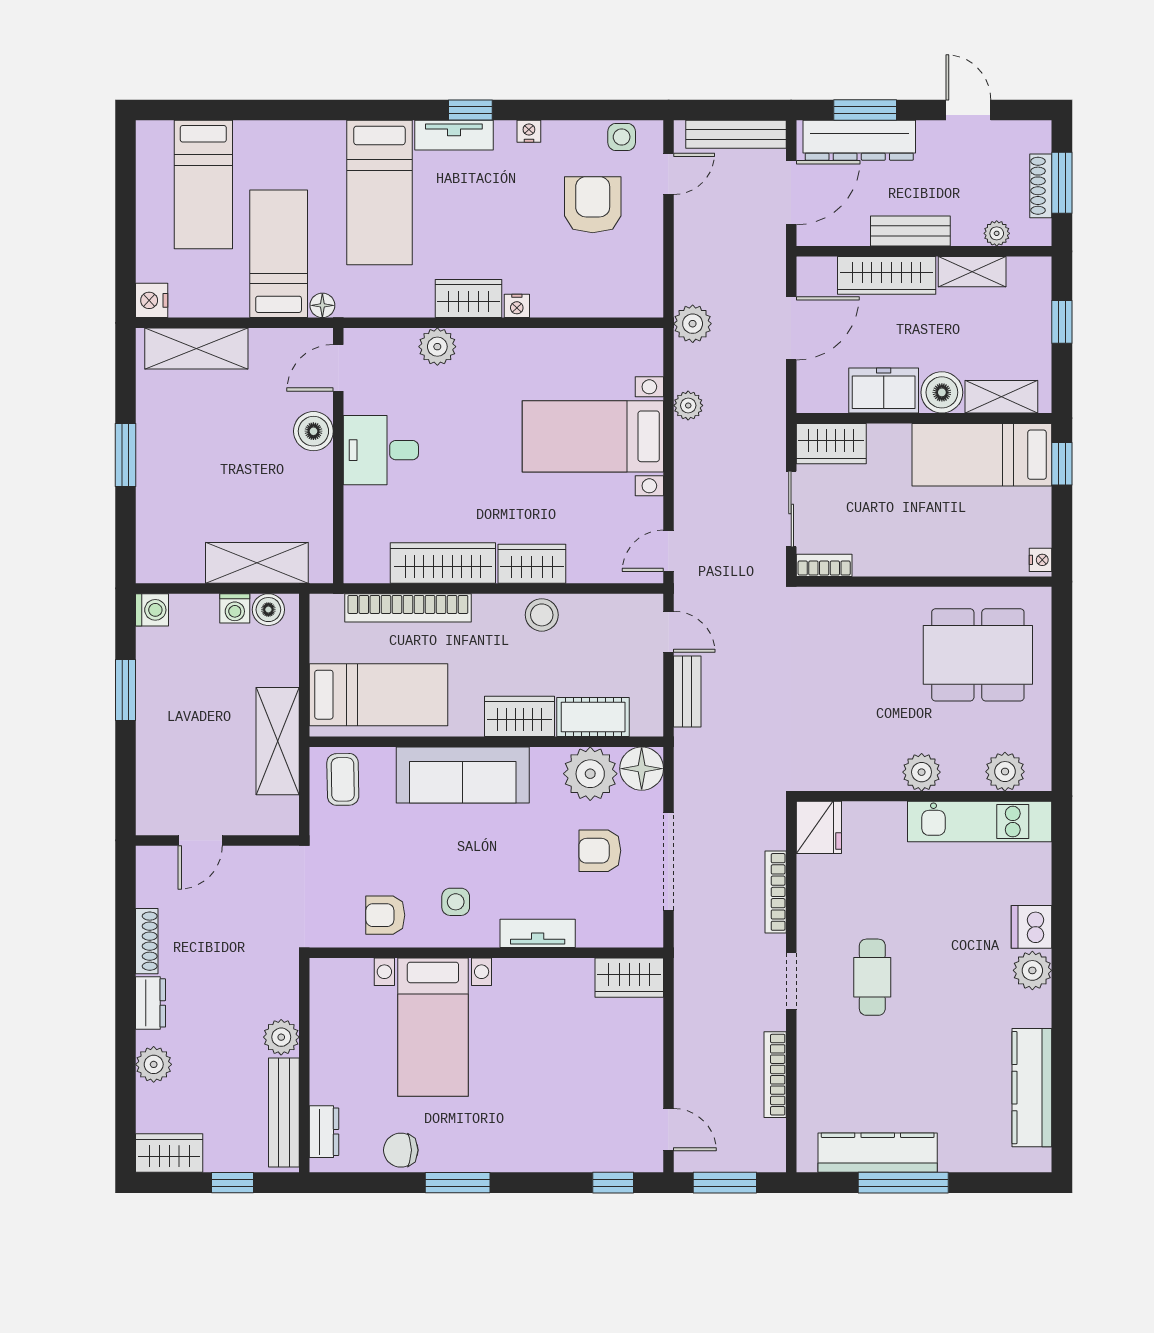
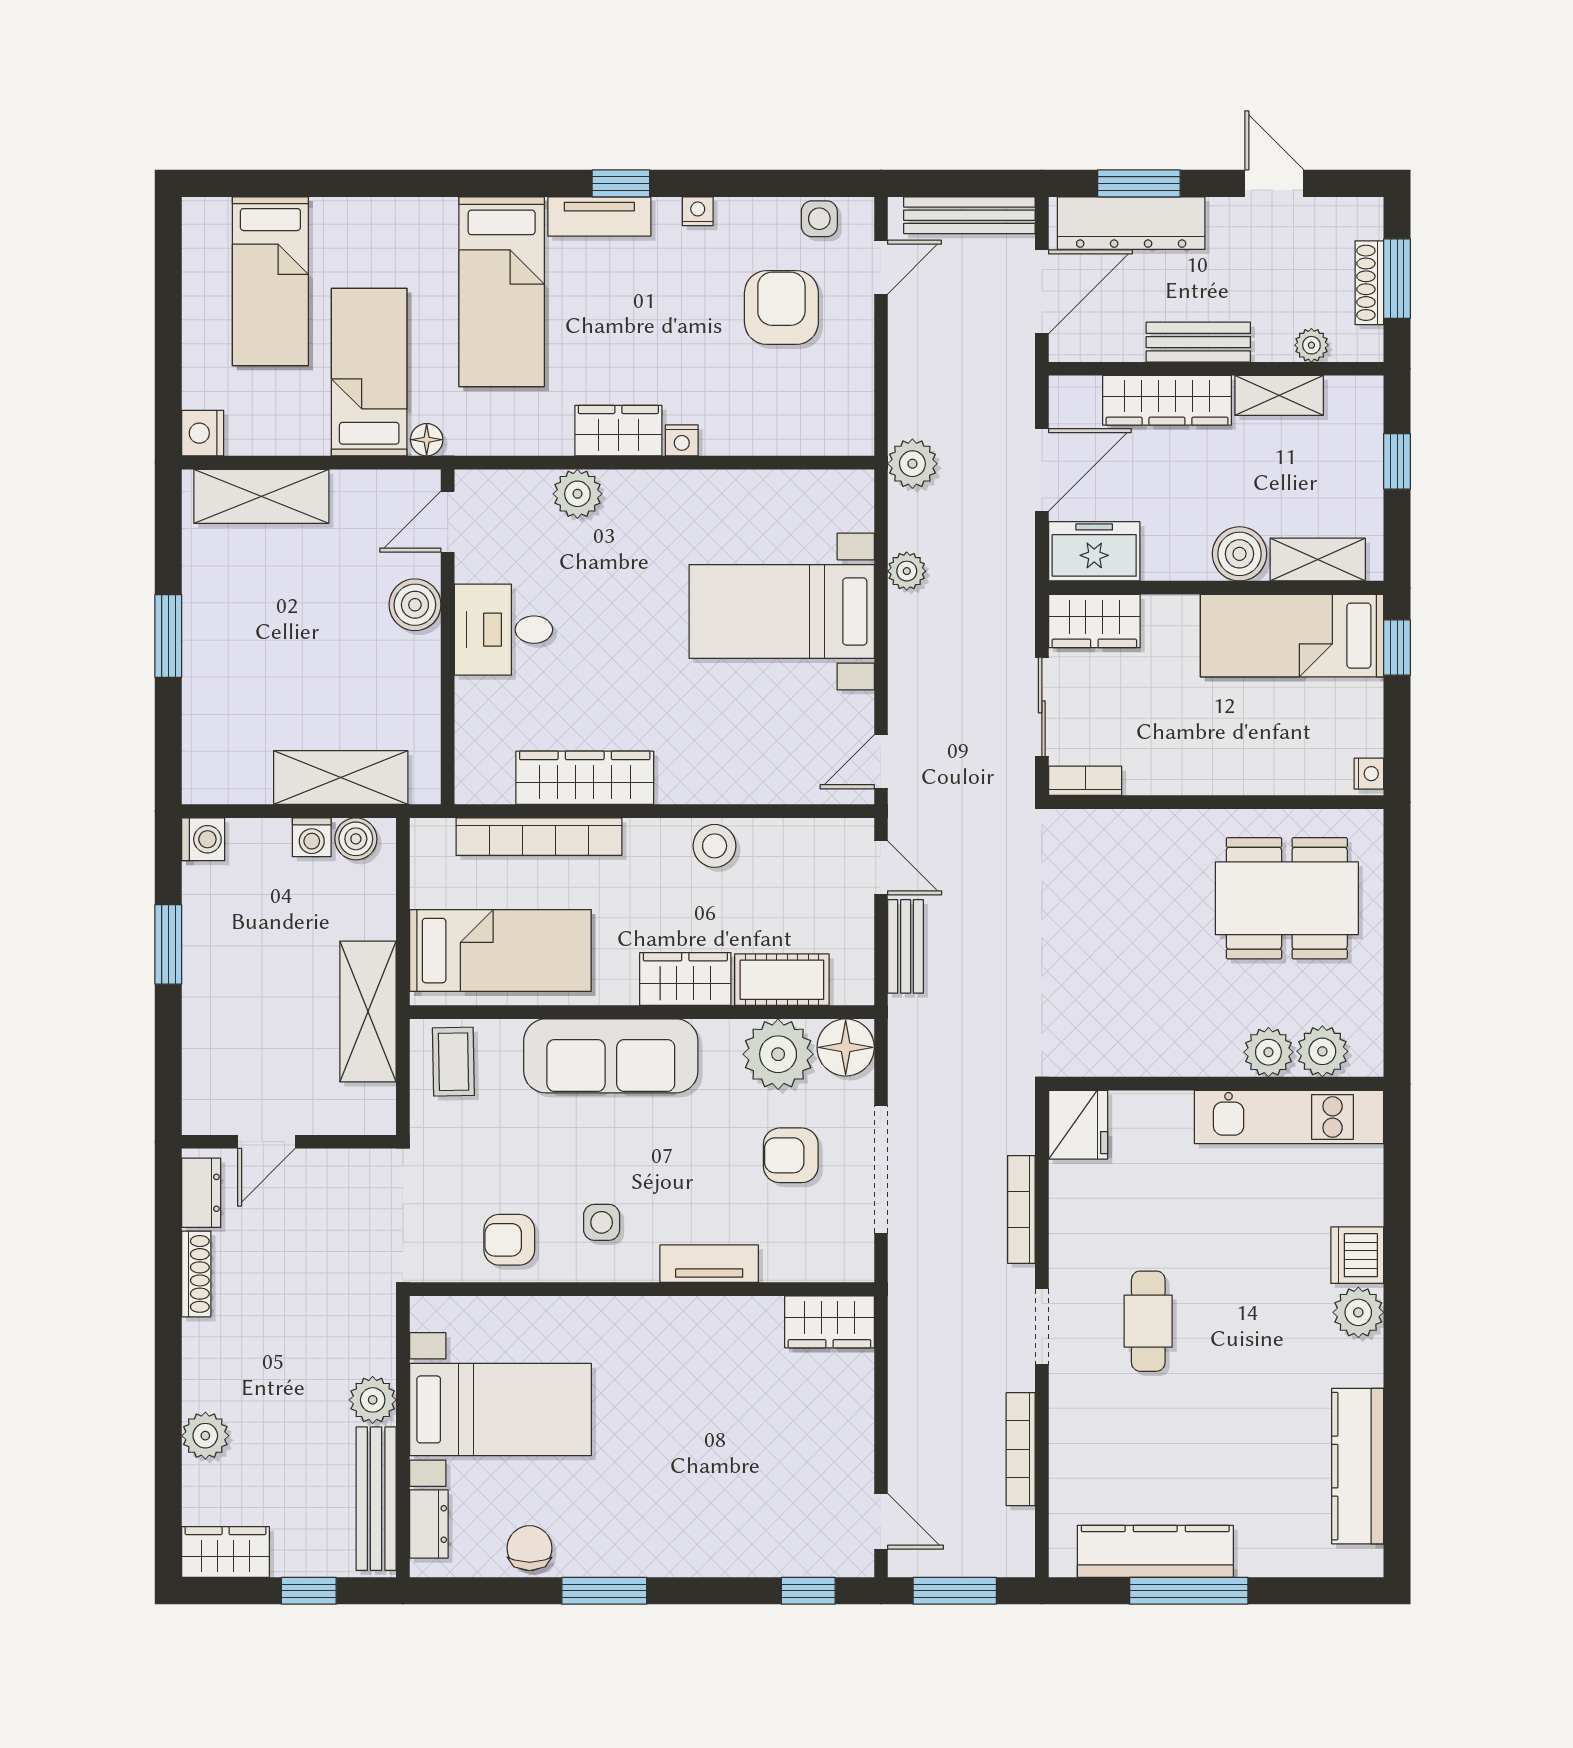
freezer: (884, 390) -> (1094, 551), moved
wardrobe: (532, 564) -> (702, 779), removed
plant: (922, 772) -> (1268, 1052), moved
dresser: (151, 1003) -> (201, 1193), moved
bed with nightstands: (433, 1027) -> (500, 1409), moved, turned -90
chair: (401, 1150) -> (530, 1548), turned 90

